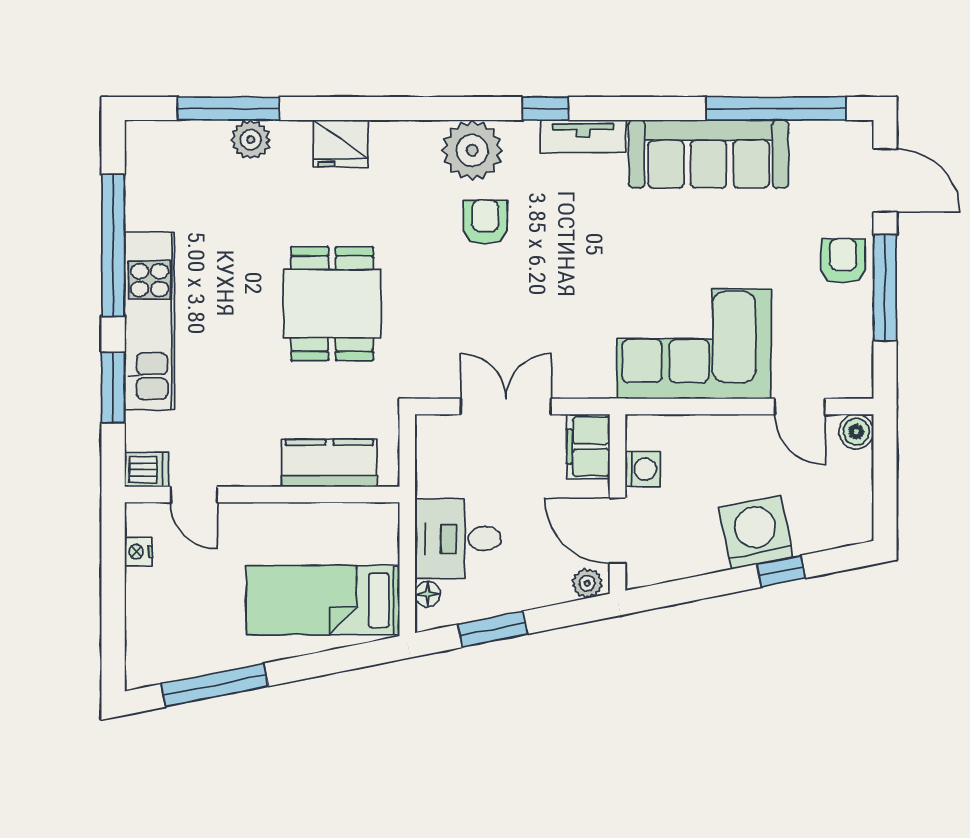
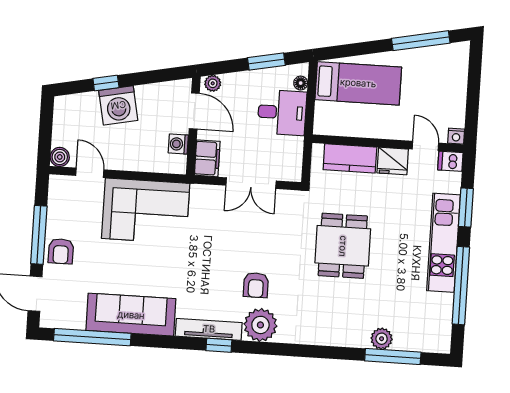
tv unit: (583, 136) -> (209, 329), width x1.41
fridge: (341, 143) -> (393, 161), moved, turned 180
nightstand: (138, 552) -> (456, 136), moved, turned 90

